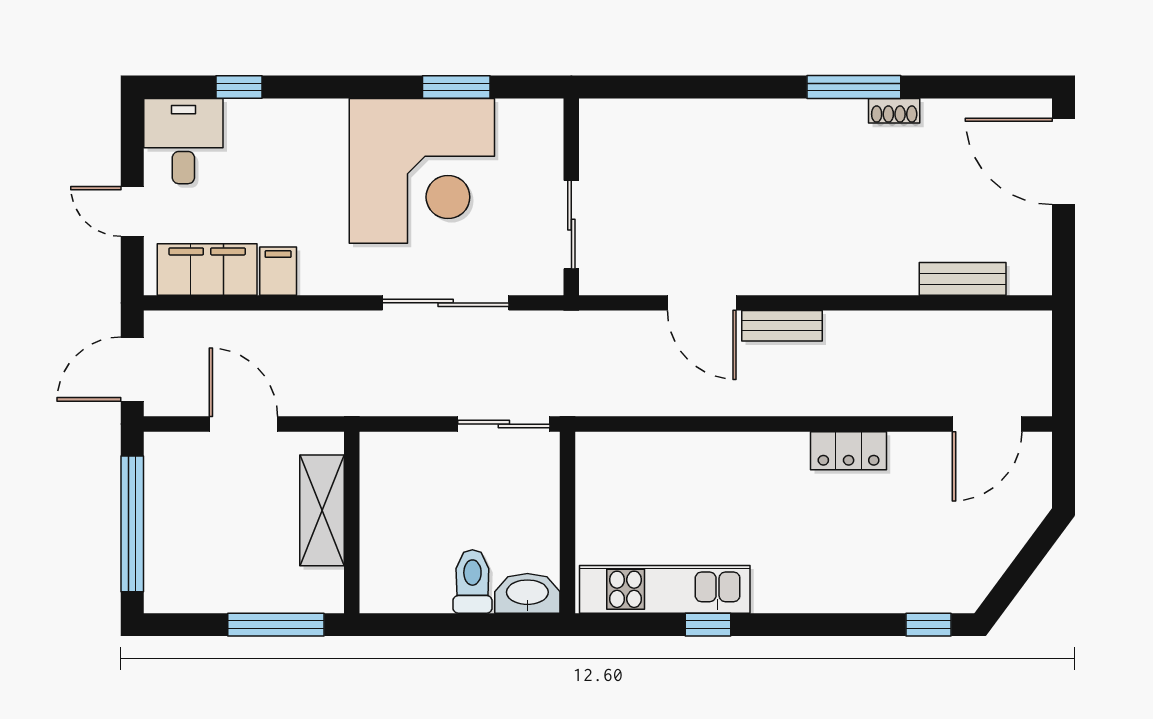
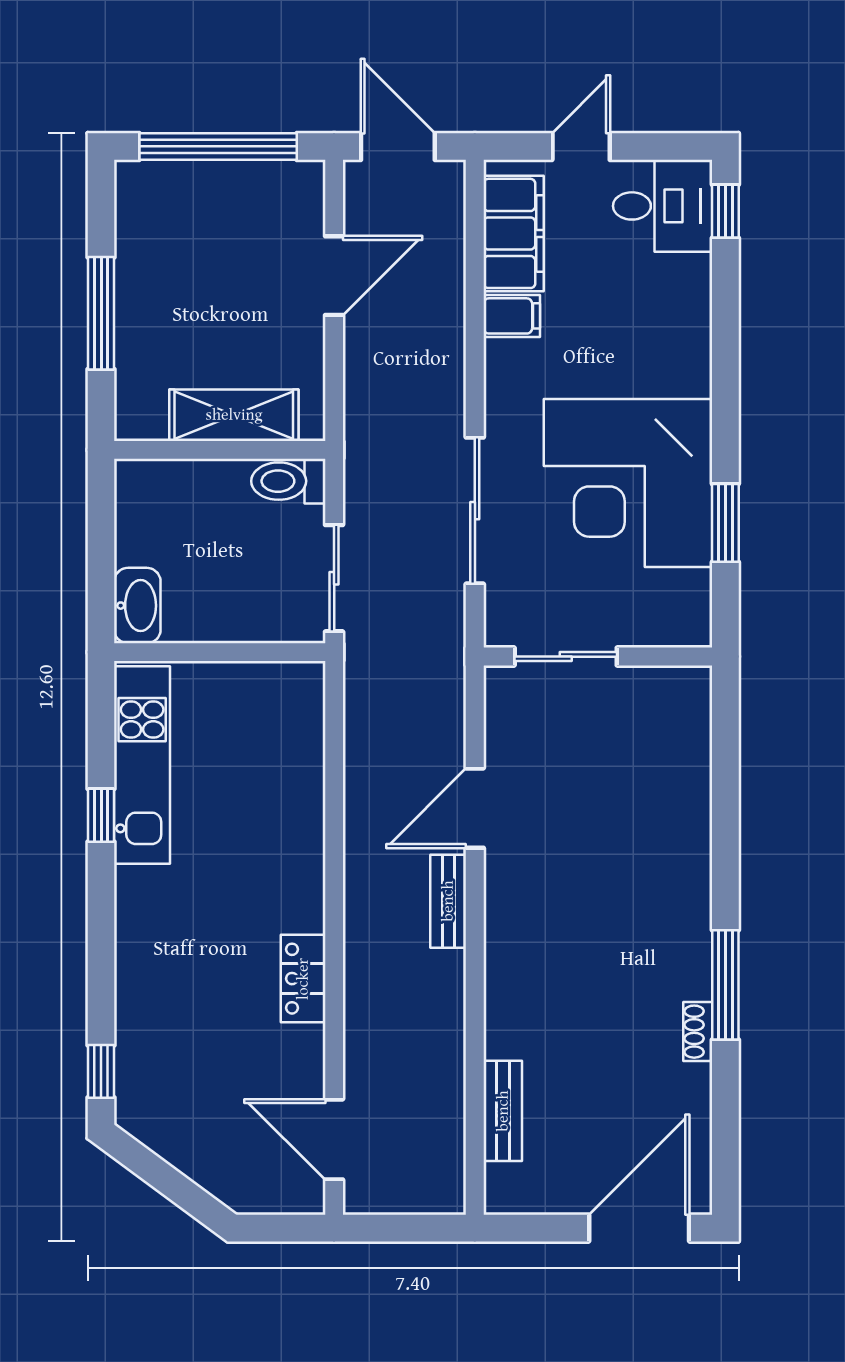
window: (239, 87) -> (725, 211), moved
shelving: (322, 510) -> (234, 415), moved
wall: (352, 522) -> (220, 450), moved
toilet: (472, 581) -> (288, 481), moved, turned 180

